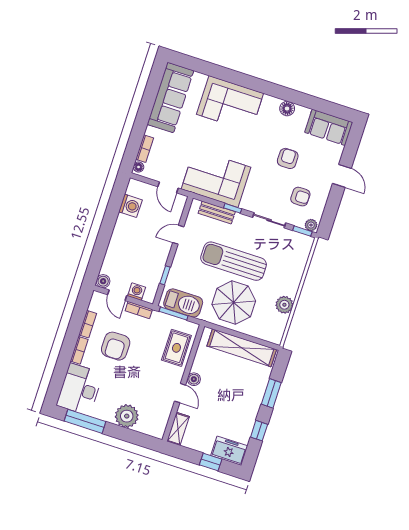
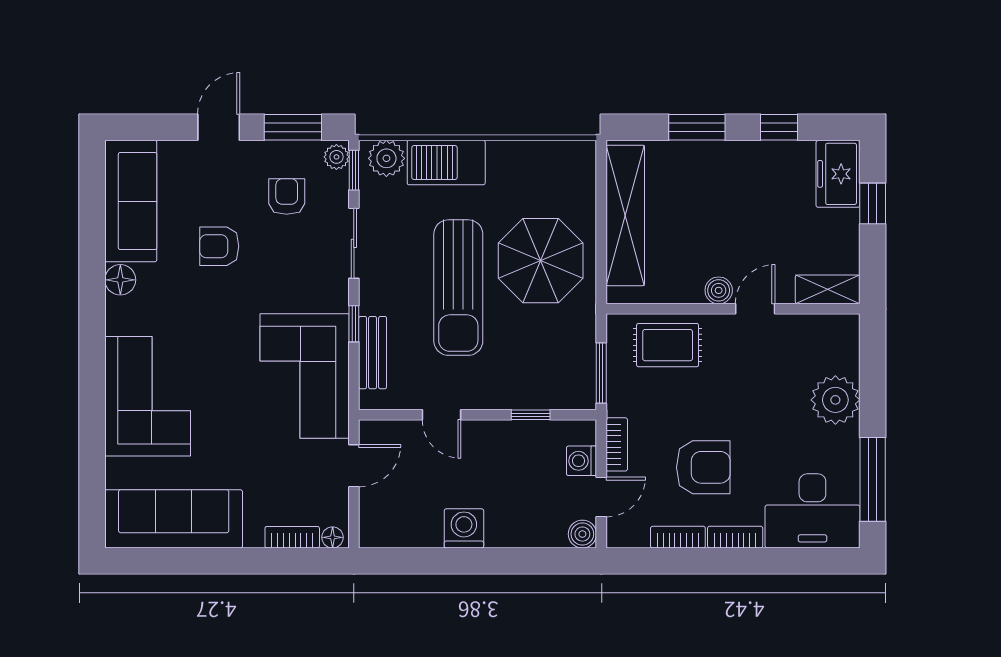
sofa: (329, 127) -> (131, 201), width x1.36
washing machine: (130, 206) -> (464, 528), moved
window: (331, 210) -> (293, 127), added
barbecue: (183, 303) -> (446, 163), moved, turned -90
plant: (284, 305) -> (386, 158), moved

